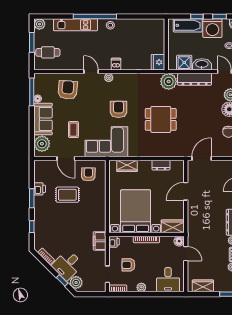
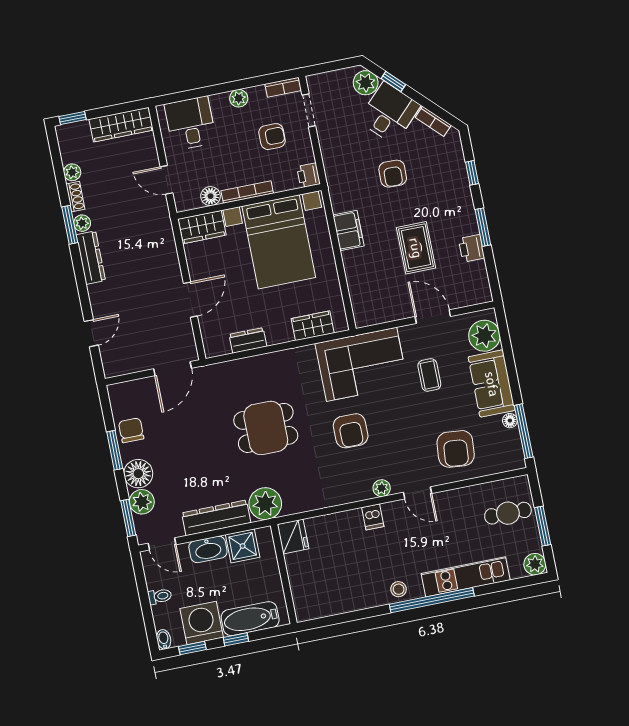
armchair: (88, 174) -> (393, 174), moved
rug: (67, 195) -> (416, 248), turned 90
filing cabinet: (100, 241) -> (348, 230), moved
floor lamp: (179, 241) -> (211, 196), moved
wardrobe: (203, 286) -> (121, 125), width x1.50

